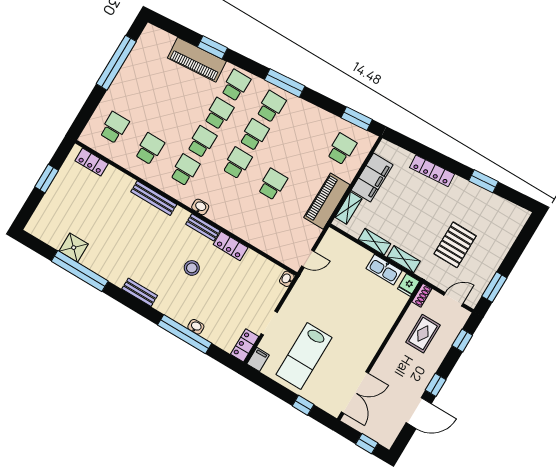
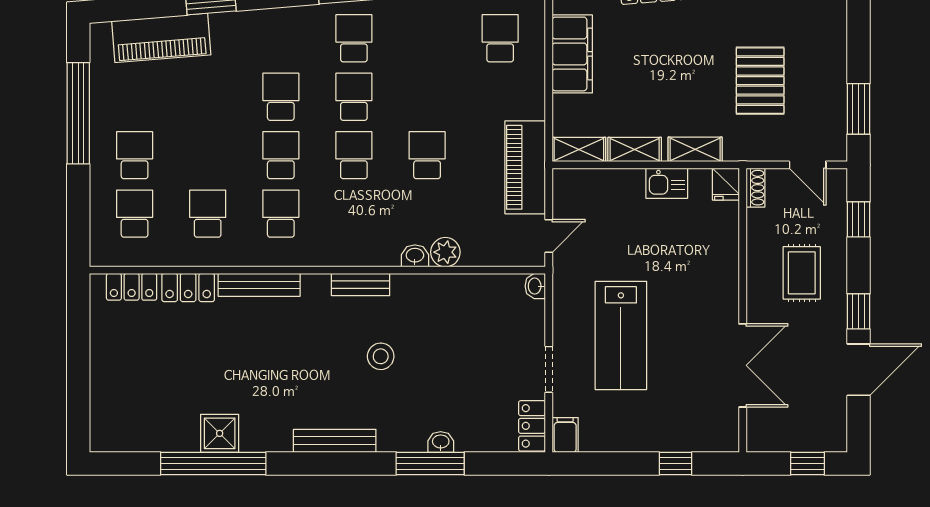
piano: (197, 60) -> (161, 38), moved
school desk: (236, 85) -> (135, 155), moved
window: (47, 179) -> (78, 353), removed
piano: (327, 201) -> (525, 167), moved
washbasin: (200, 207) -> (415, 256), moved
shelving: (348, 208) -> (579, 149), moved, turned 90
plant: (253, 236) -> (445, 252), added
locker: (231, 246) -> (188, 288), moved
shower: (74, 248) -> (220, 433), moved
kitchen sink: (384, 270) -> (667, 183), width x0.73
bench: (140, 292) -> (335, 441), width x1.36
door: (454, 299) -> (808, 165), swing flipped
window: (185, 334) -> (430, 464), width x0.68
rug: (423, 334) -> (802, 273), moved
lab bench: (304, 356) -> (621, 335), moved
double door: (355, 392) -> (743, 365), moved

